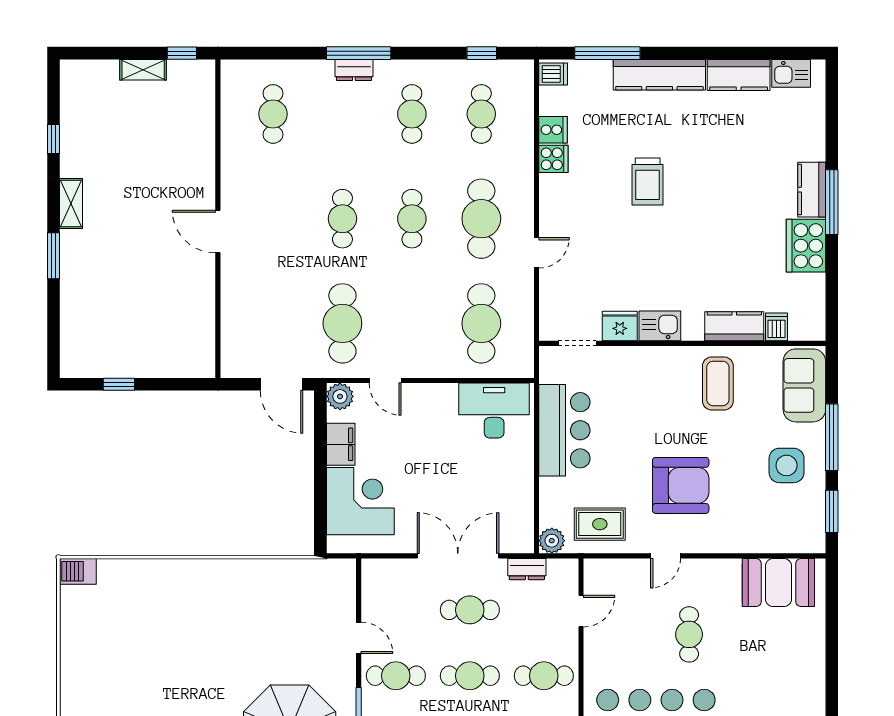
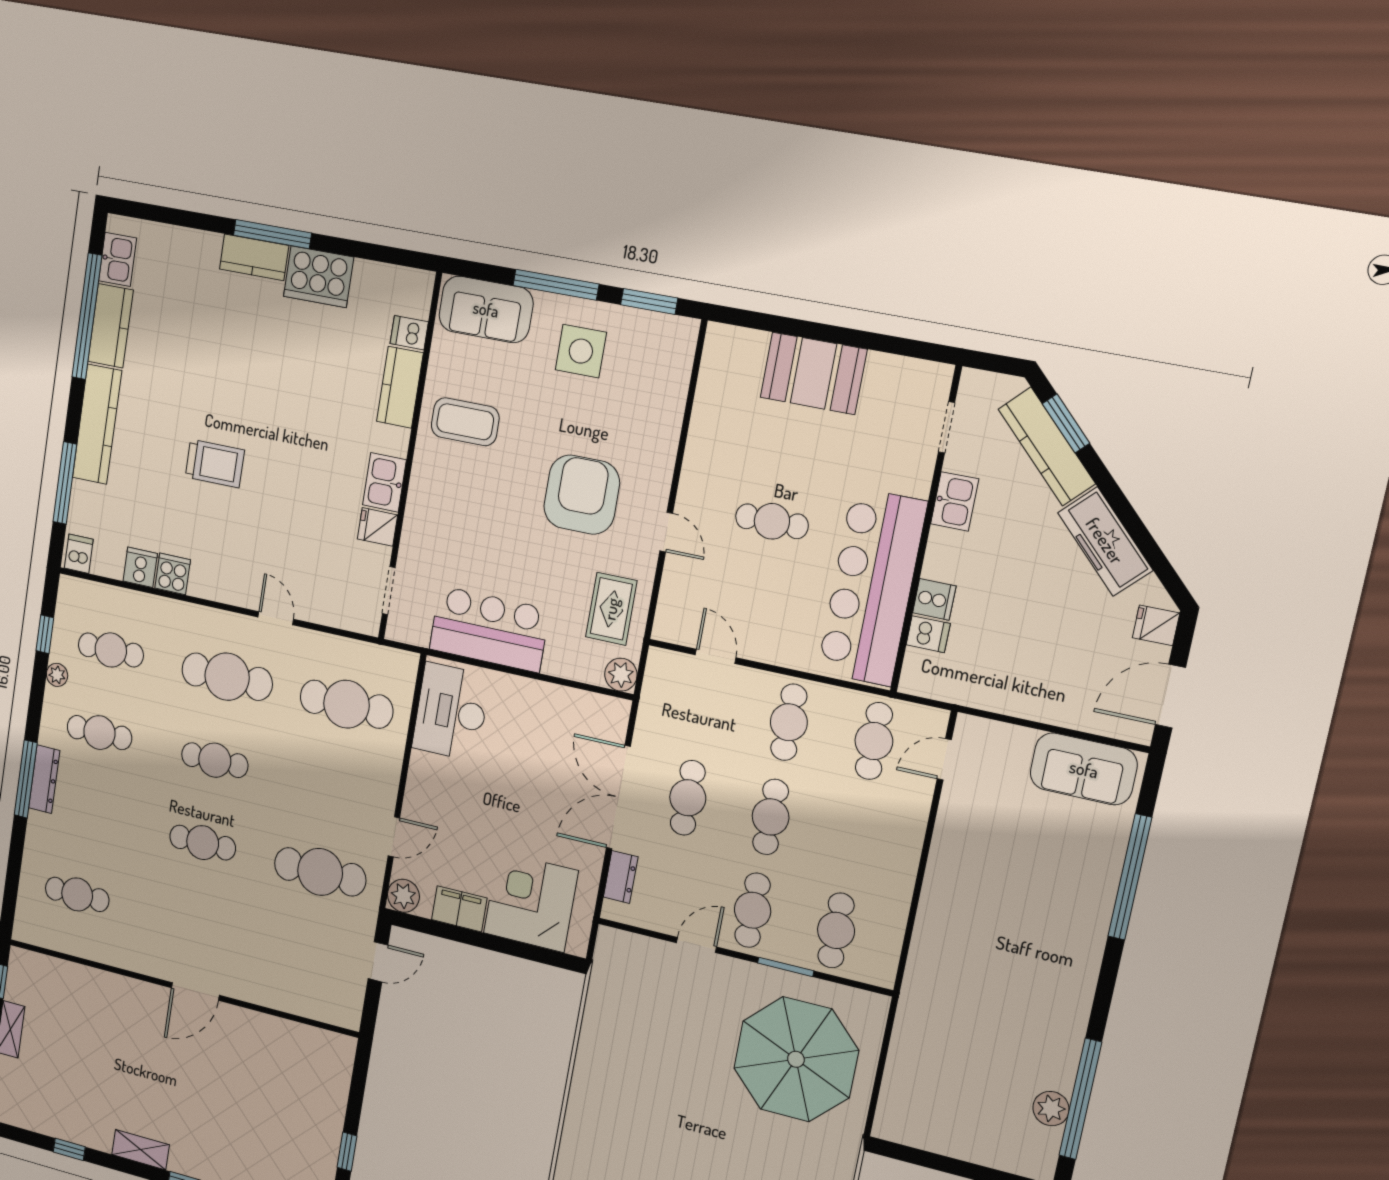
window: (742, 53) -> (87, 316), added
plant: (451, 69) -> (57, 675), added
dresser: (354, 70) -> (44, 779), width x1.44
fridge: (620, 326) -> (378, 527), width x0.72
door: (282, 384) -> (378, 962), width x0.73
dresser: (527, 569) -> (621, 877), moved
booth: (778, 583) -> (814, 373), moved, turned 90

